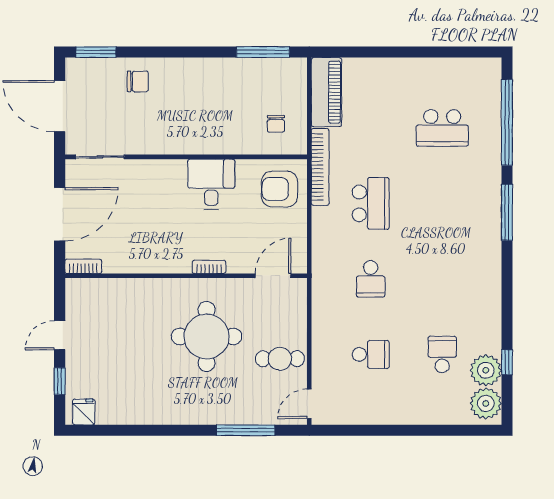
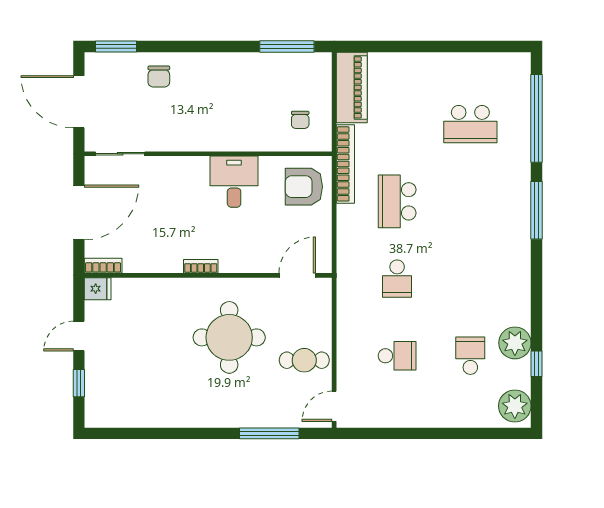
chair: (138, 81) -> (159, 76), turned 90
school desk: (371, 203) -> (397, 201), turned 180
bookcase: (209, 267) -> (201, 266), moved
plant: (486, 370) -> (515, 343), moved
fridge: (84, 412) -> (98, 289), moved, turned 90

